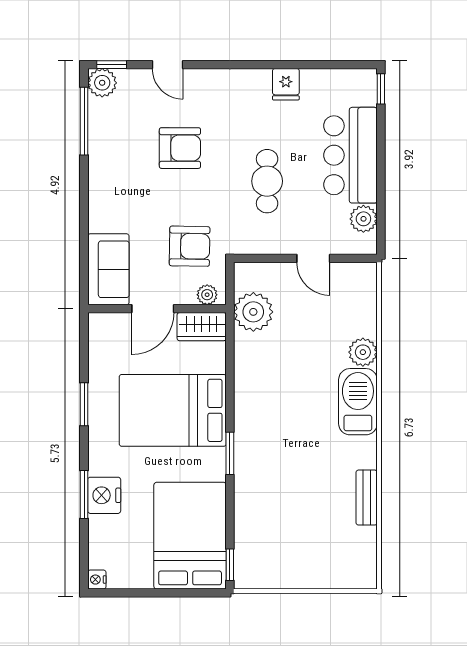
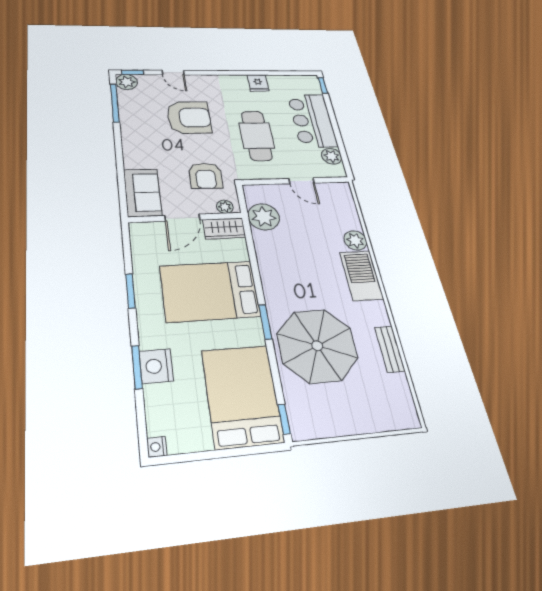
armchair: (180, 148) -> (189, 117), width x1.36, depth x1.36
cafe table: (267, 181) -> (257, 136), width x1.37, depth x1.35
armchair: (190, 246) -> (206, 176), turned 90
parasol: (283, 487) -> (317, 346), added

